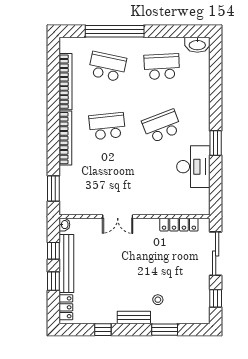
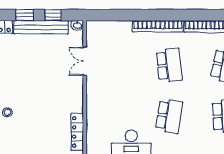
school desk: (162, 126) -> (169, 116), turned 30
window: (53, 189) -> (111, 15), removed
double door: (118, 217) -> (85, 61), moved

